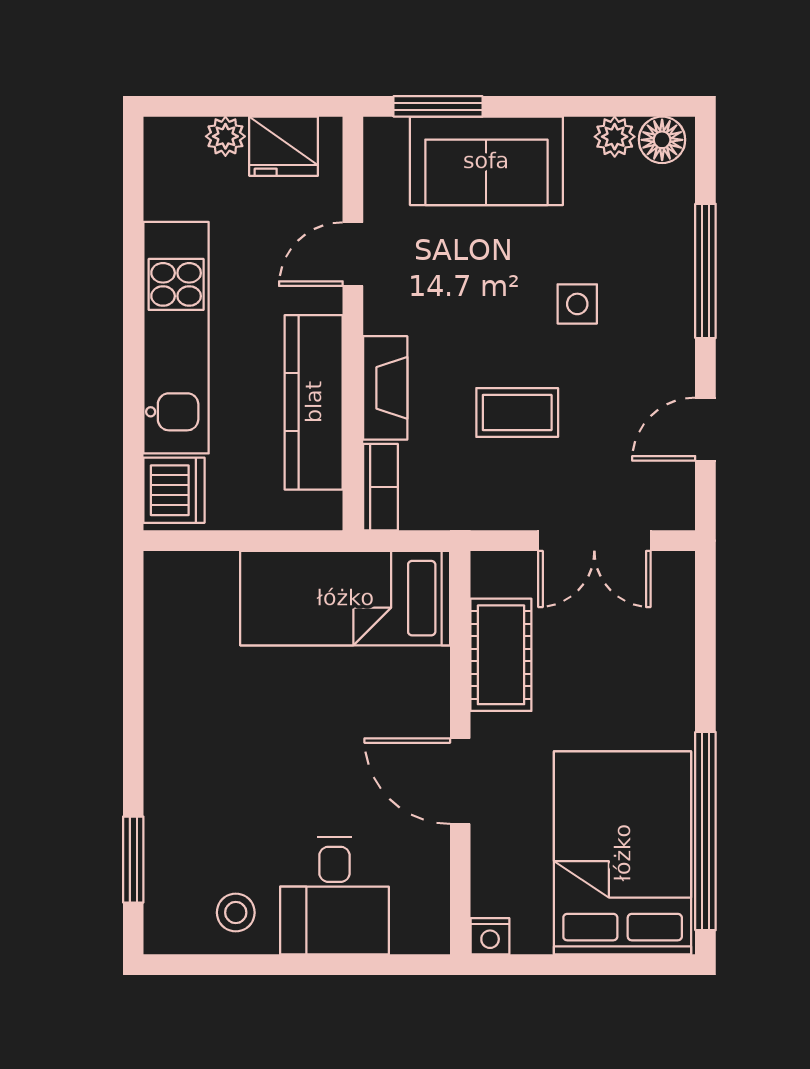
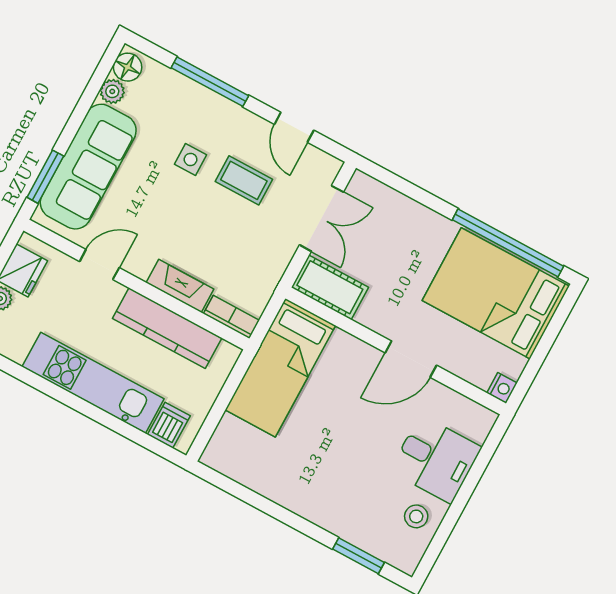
sofa: (486, 161) -> (88, 167), width x1.36
door: (353, 254) -> (99, 265), swing flipped
coffee table: (517, 412) -> (244, 180), moved, turned 90
dishwasher: (174, 490) -> (169, 425), width x0.73
cot: (501, 655) -> (330, 287), moved

